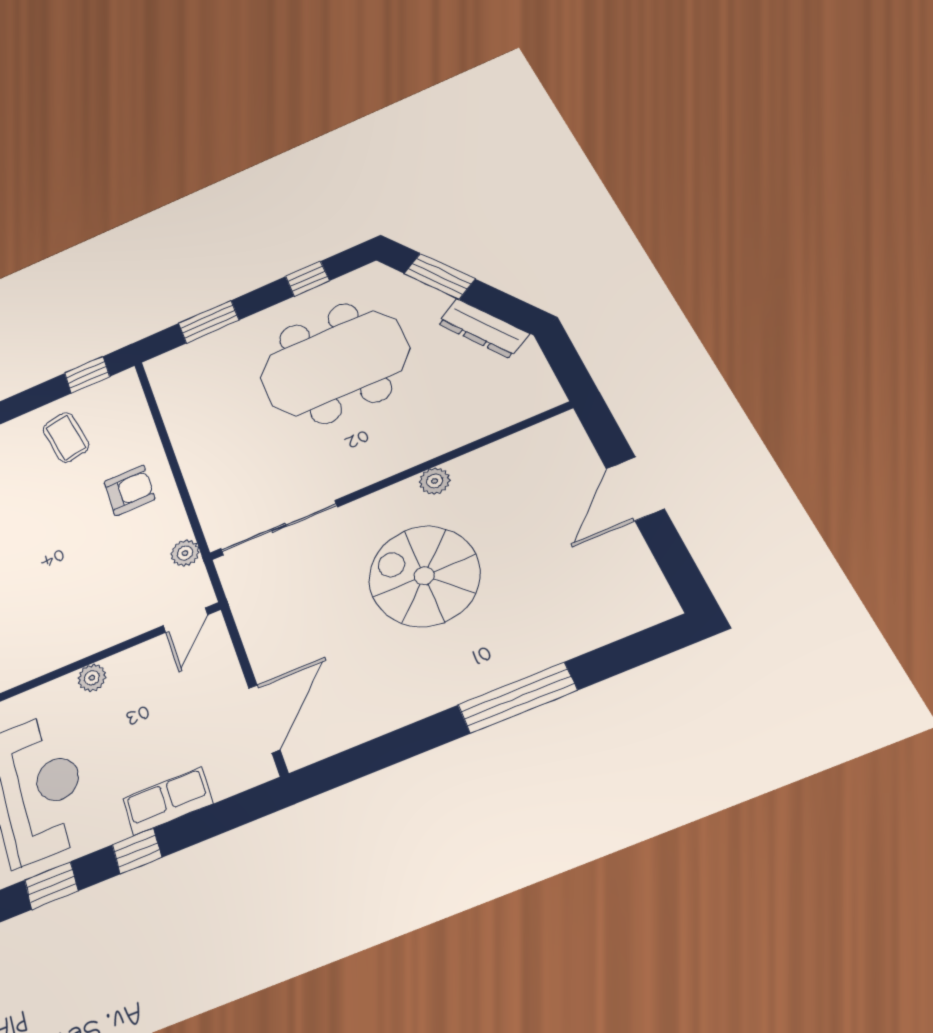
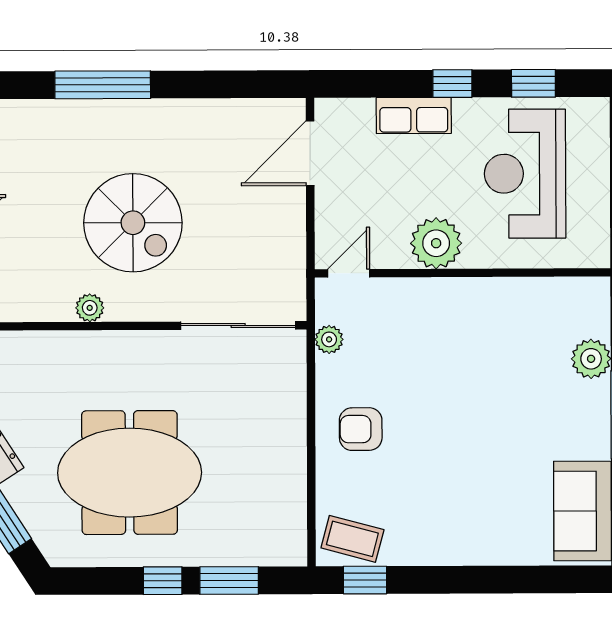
window: (307, 279) -> (163, 581), moved
coffee table: (66, 437) -> (352, 539), moved, turned -64
plant: (92, 678) -> (436, 243), width x1.88, depth x1.88

